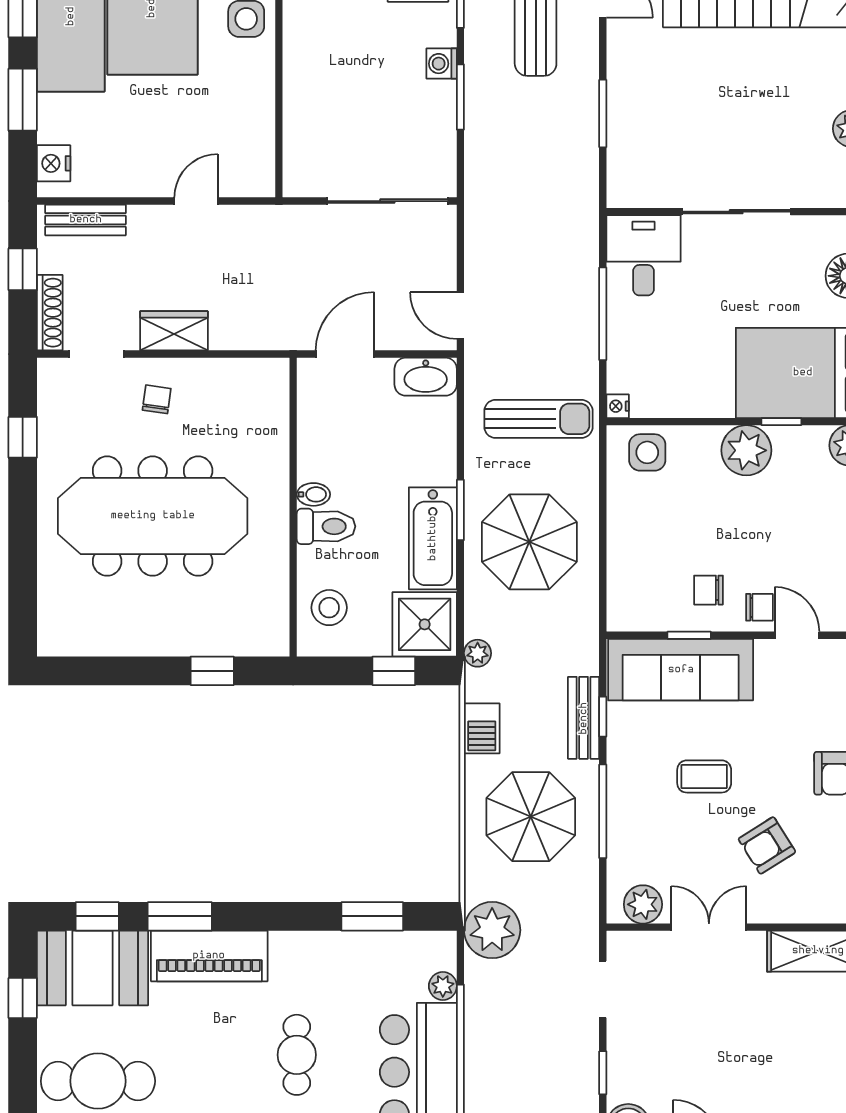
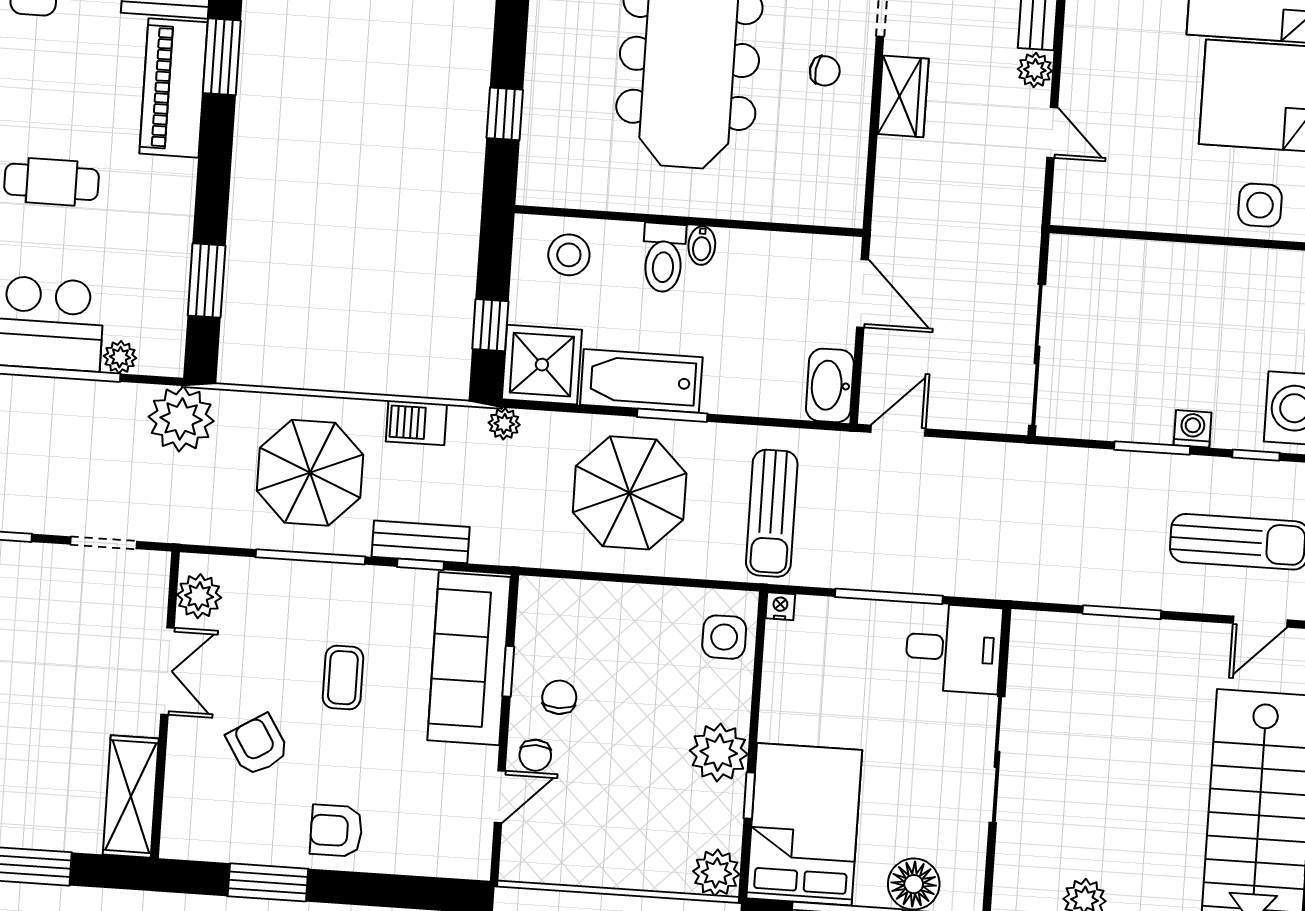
plant: (144, 220) -> (1035, 70), added

